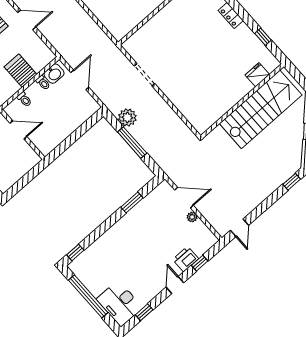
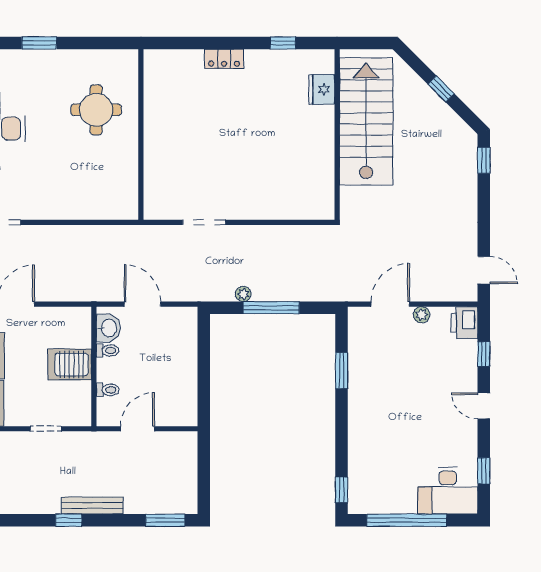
plant: (127, 117) -> (243, 294), width x0.53, depth x0.53
printer: (186, 259) -> (464, 323), moved

